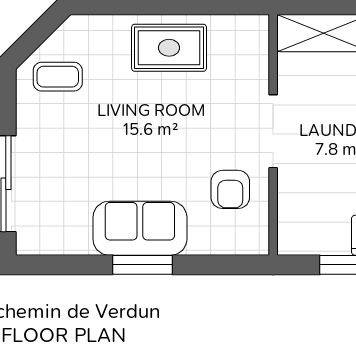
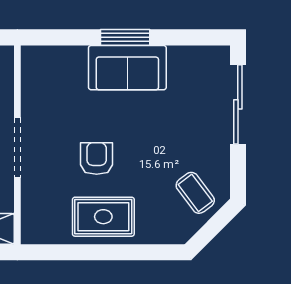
coffee table: (58, 77) -> (195, 193), turned 53
armchair: (230, 189) -> (97, 159), moved

